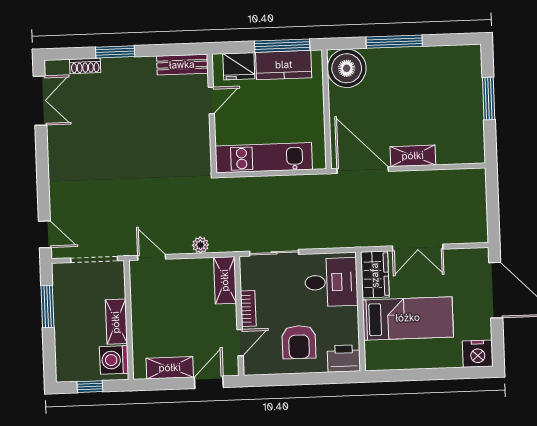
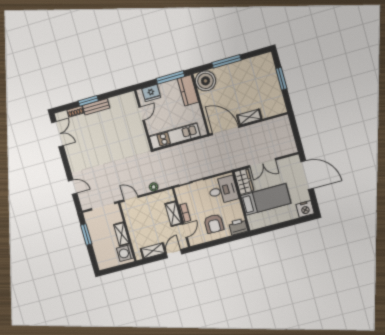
bench: (182, 65) -> (96, 107), moved
kitchen counter: (284, 65) -> (188, 90), moved, turned 90
door: (45, 234) -> (73, 187), moved
shelving: (225, 280) -> (173, 214), moved
window: (90, 387) -> (116, 269), removed

